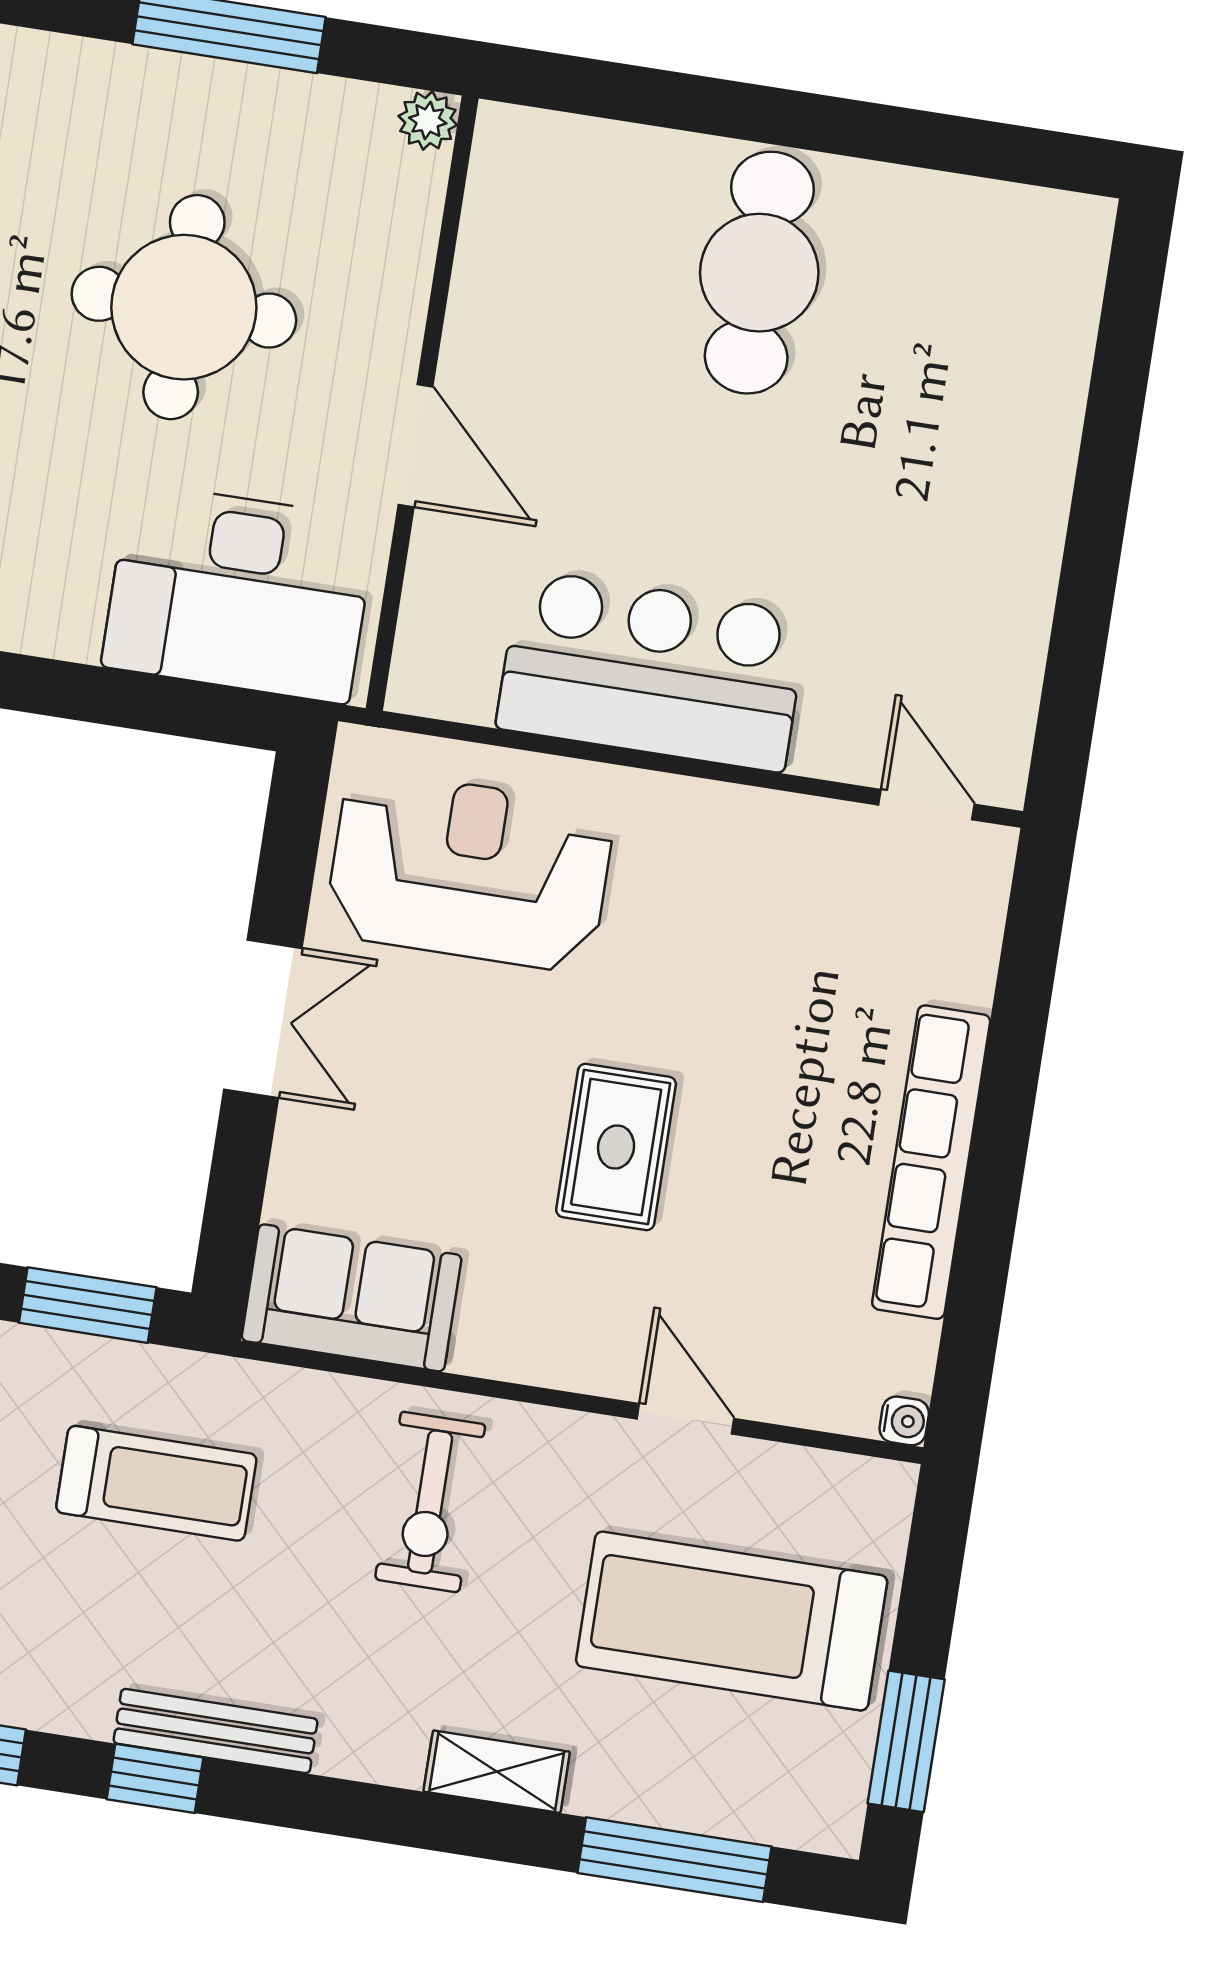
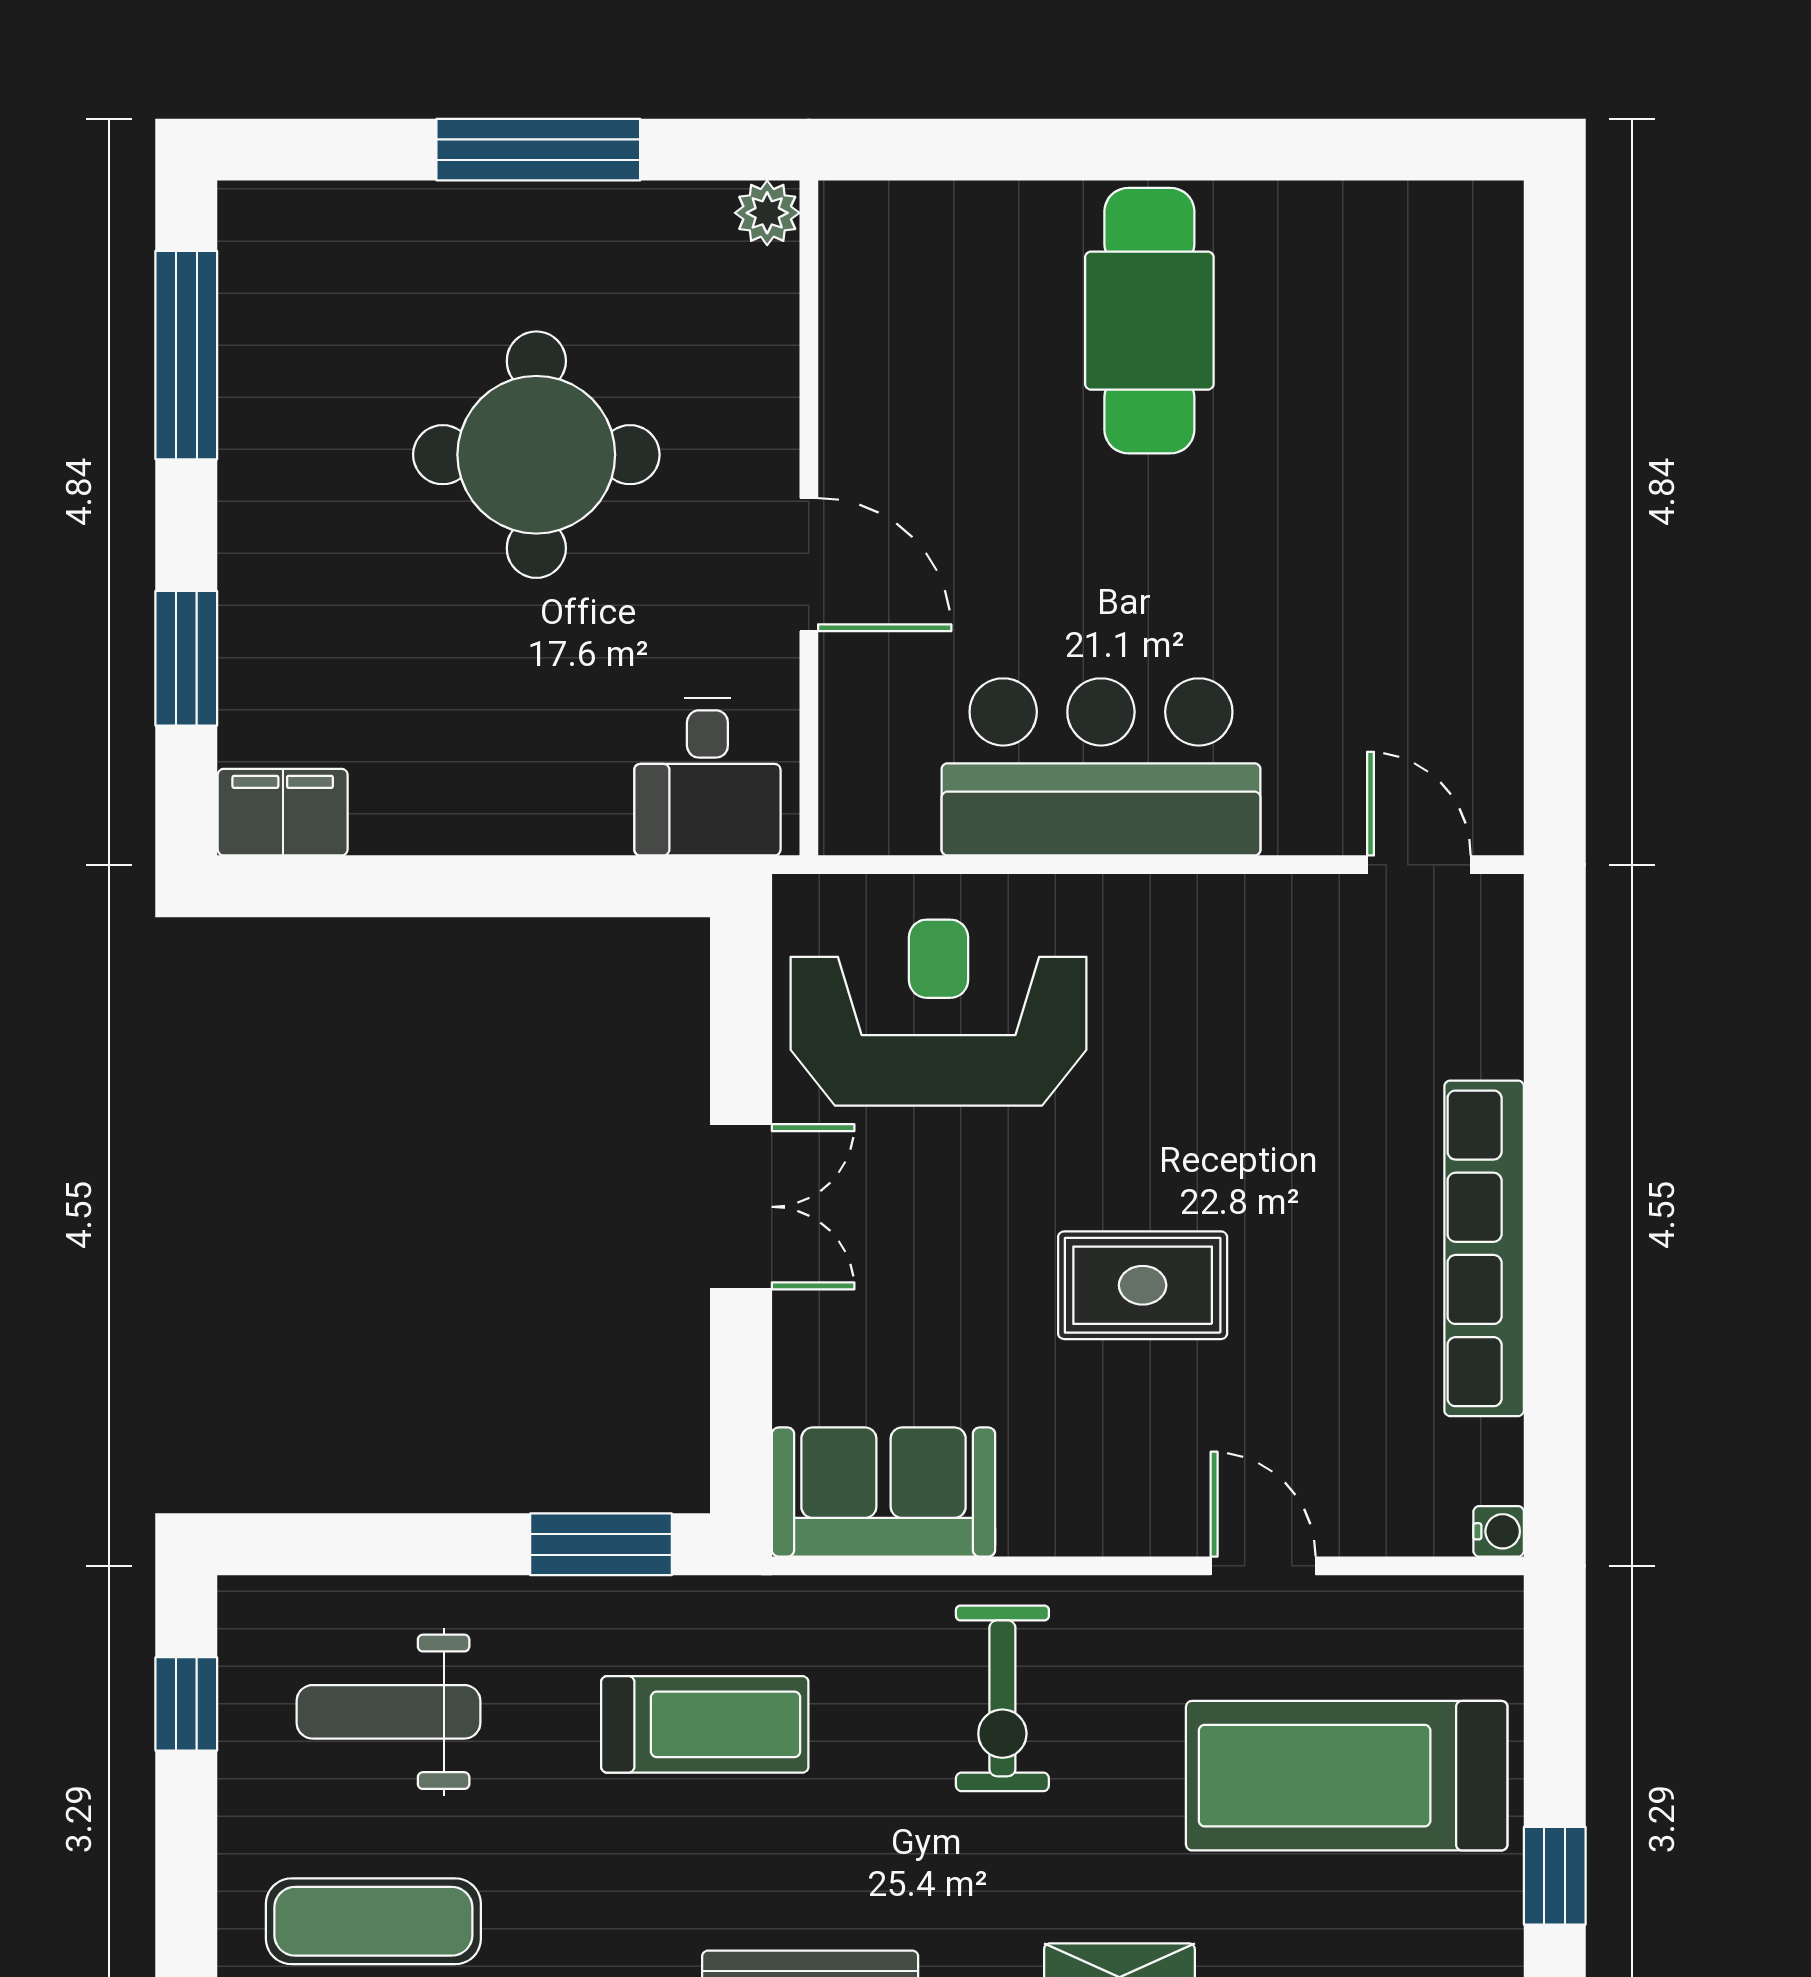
desk: (239, 593) -> (707, 777), width x0.53, depth x0.77
rug: (616, 1147) -> (1143, 1285), turned 90
window: (906, 1741) -> (1555, 1876), width x0.67

